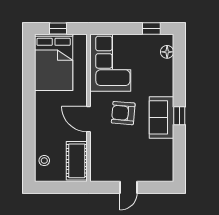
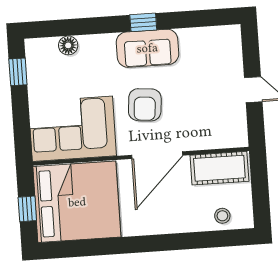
floor lamp: (167, 52) -> (68, 45), moved
bed: (54, 62) -> (77, 202), width x1.36
door: (88, 119) -> (157, 155), width x1.36

